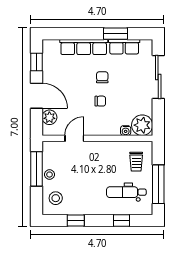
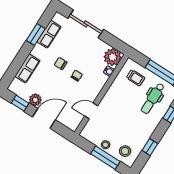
row of seats: (84, 47) -> (27, 68), width x0.68
plant: (49, 117) -> (35, 100), moved
door: (74, 138) -> (91, 111), hinge flipped
window: (36, 169) -> (105, 158), moved

